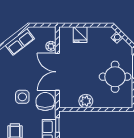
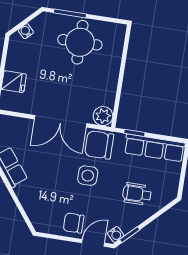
plant: (51, 46) -> (24, 125), removed
plant: (86, 101) -> (103, 116), moved

